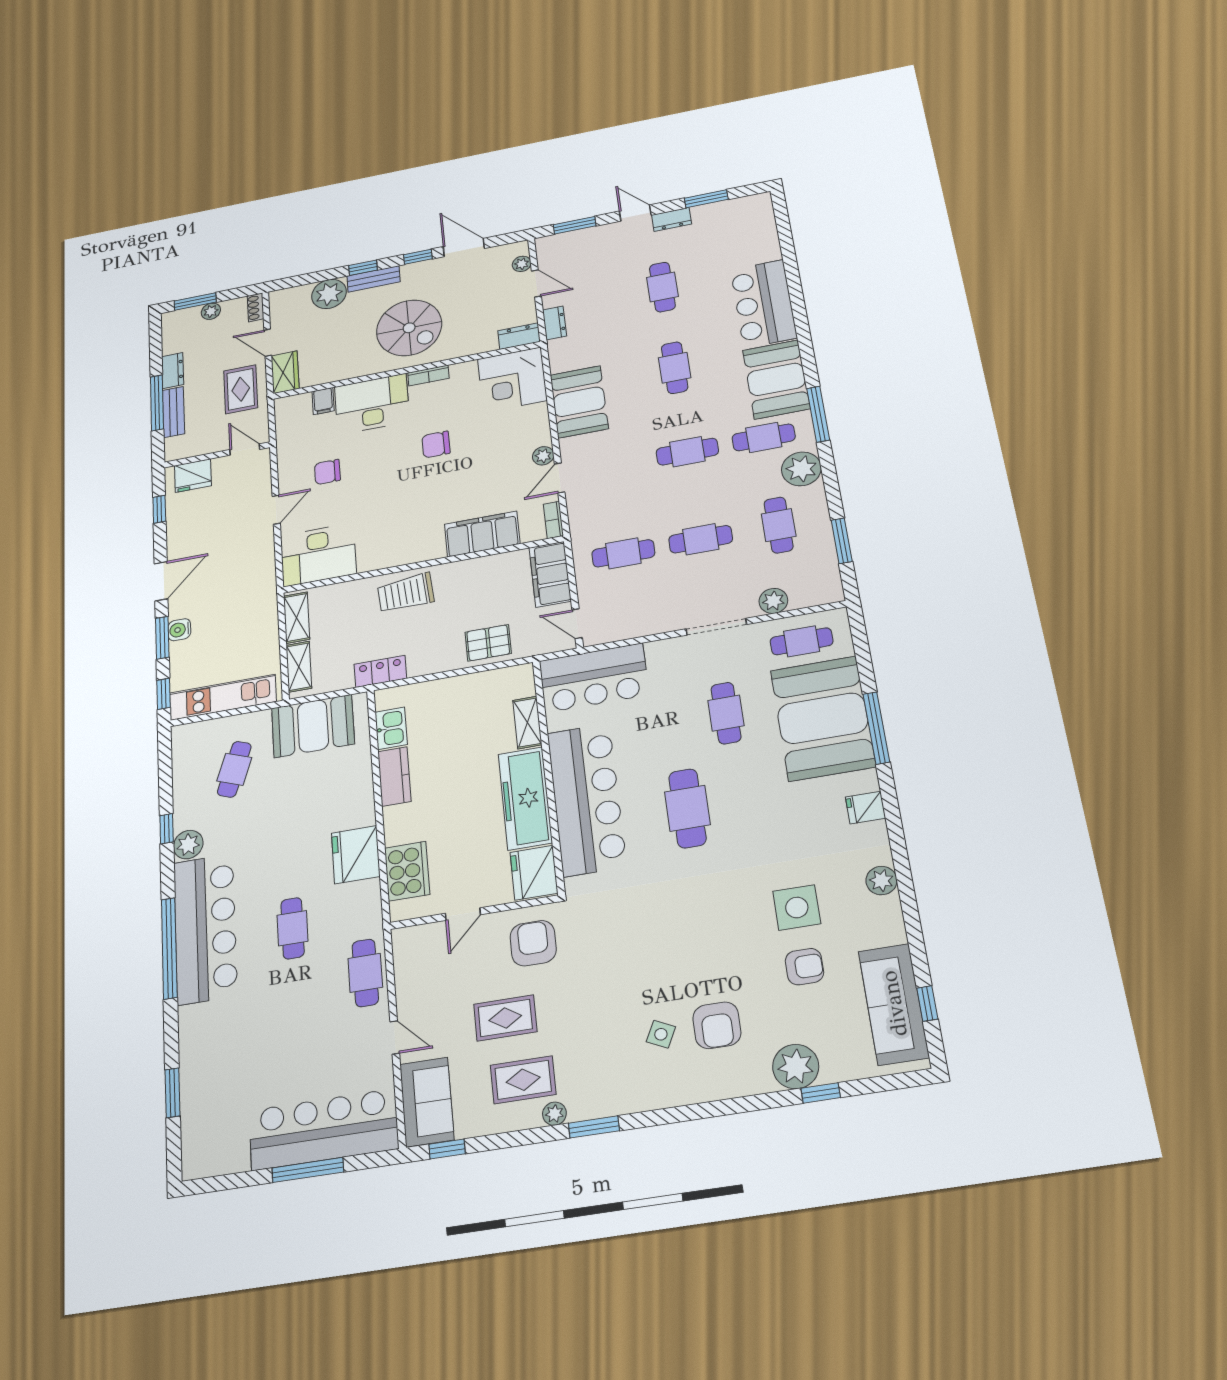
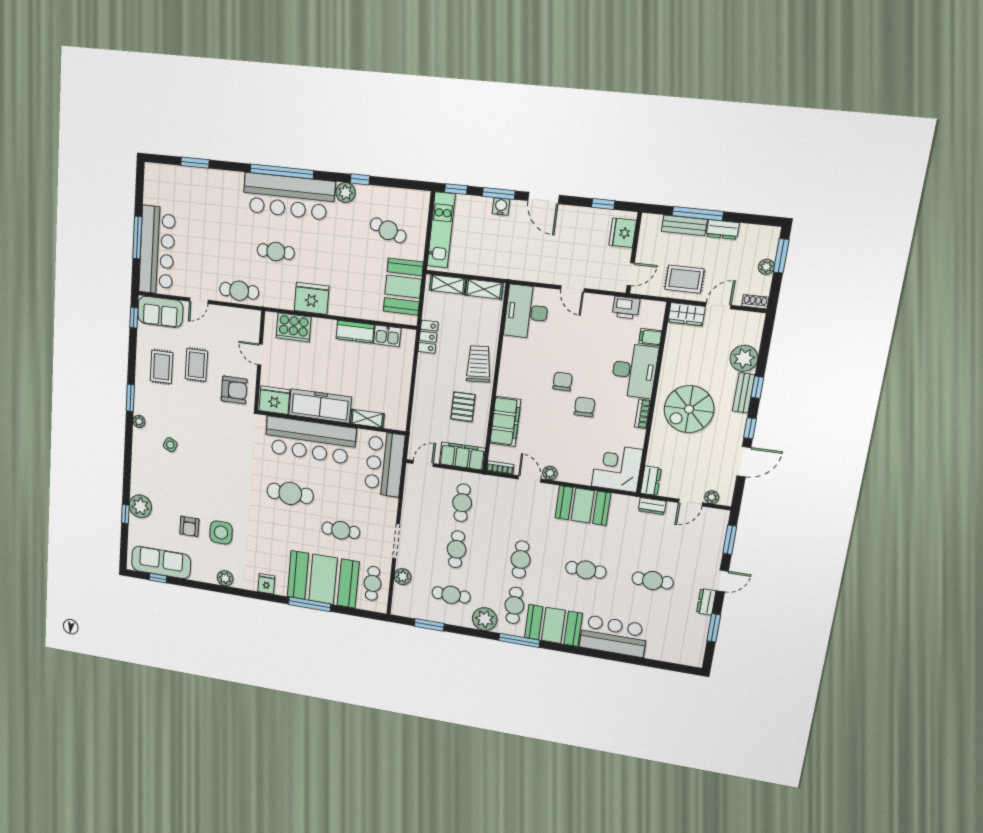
printer: (290, 440) -> (626, 308), added
chair: (327, 472) -> (563, 381), moved
pallet: (488, 643) -> (463, 407), moved
armchair: (717, 1025) -> (169, 474), removed
plant: (554, 1114) -> (139, 421), moved

